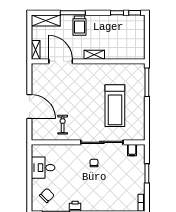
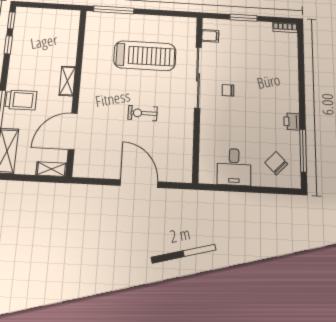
door: (29, 107) -> (139, 184), hinge flipped
exercise bike: (63, 125) -> (143, 113), moved

